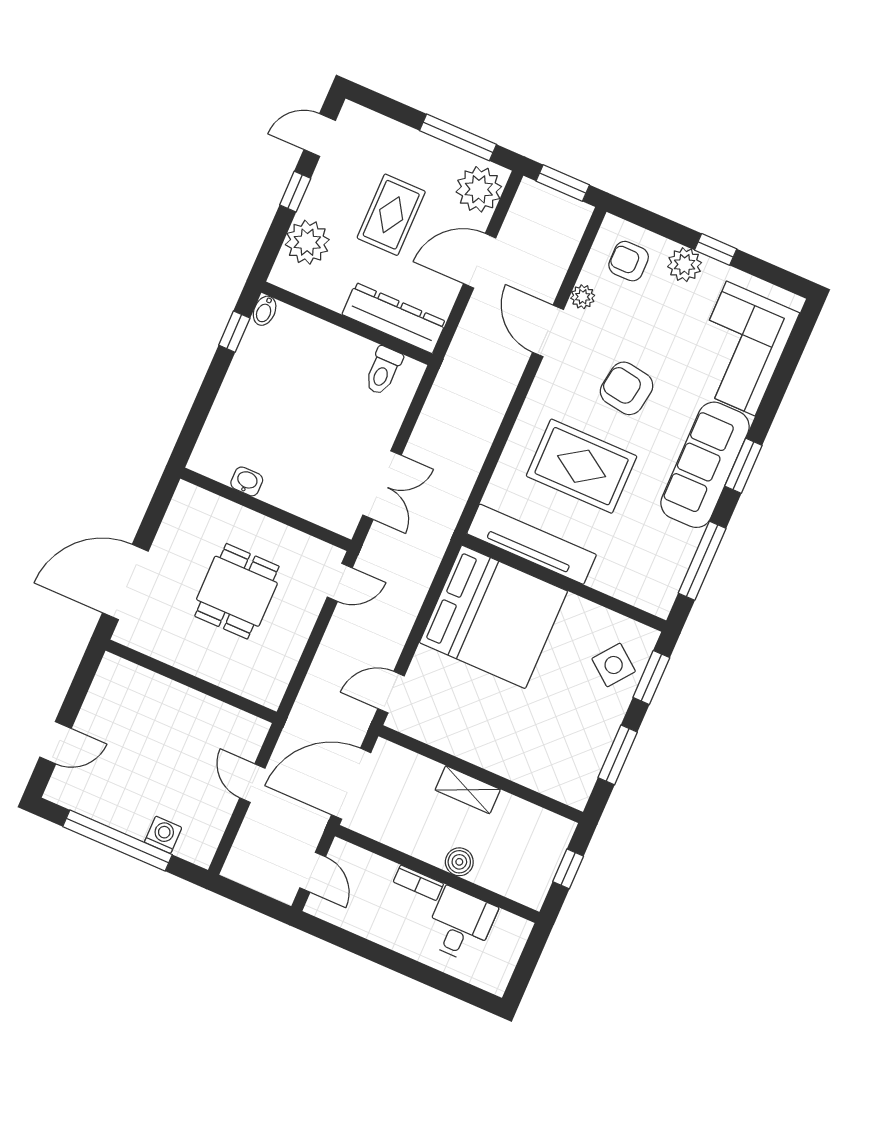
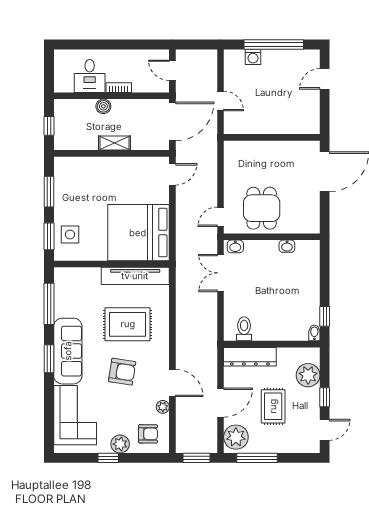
washbasin: (336, 520) -> (235, 246), added
dining table: (237, 591) -> (262, 208), moved
side table: (614, 665) -> (70, 235), turned -38

